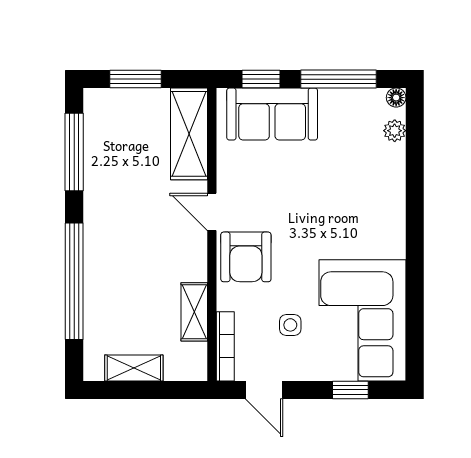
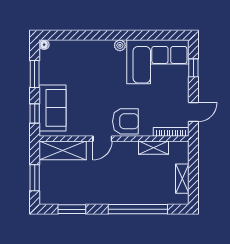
window: (339, 79) -> (35, 74), width x0.69
plant: (395, 131) -> (120, 45), moved
window: (74, 152) -> (72, 209), width x0.69
side table: (290, 325) -> (160, 99), removed

